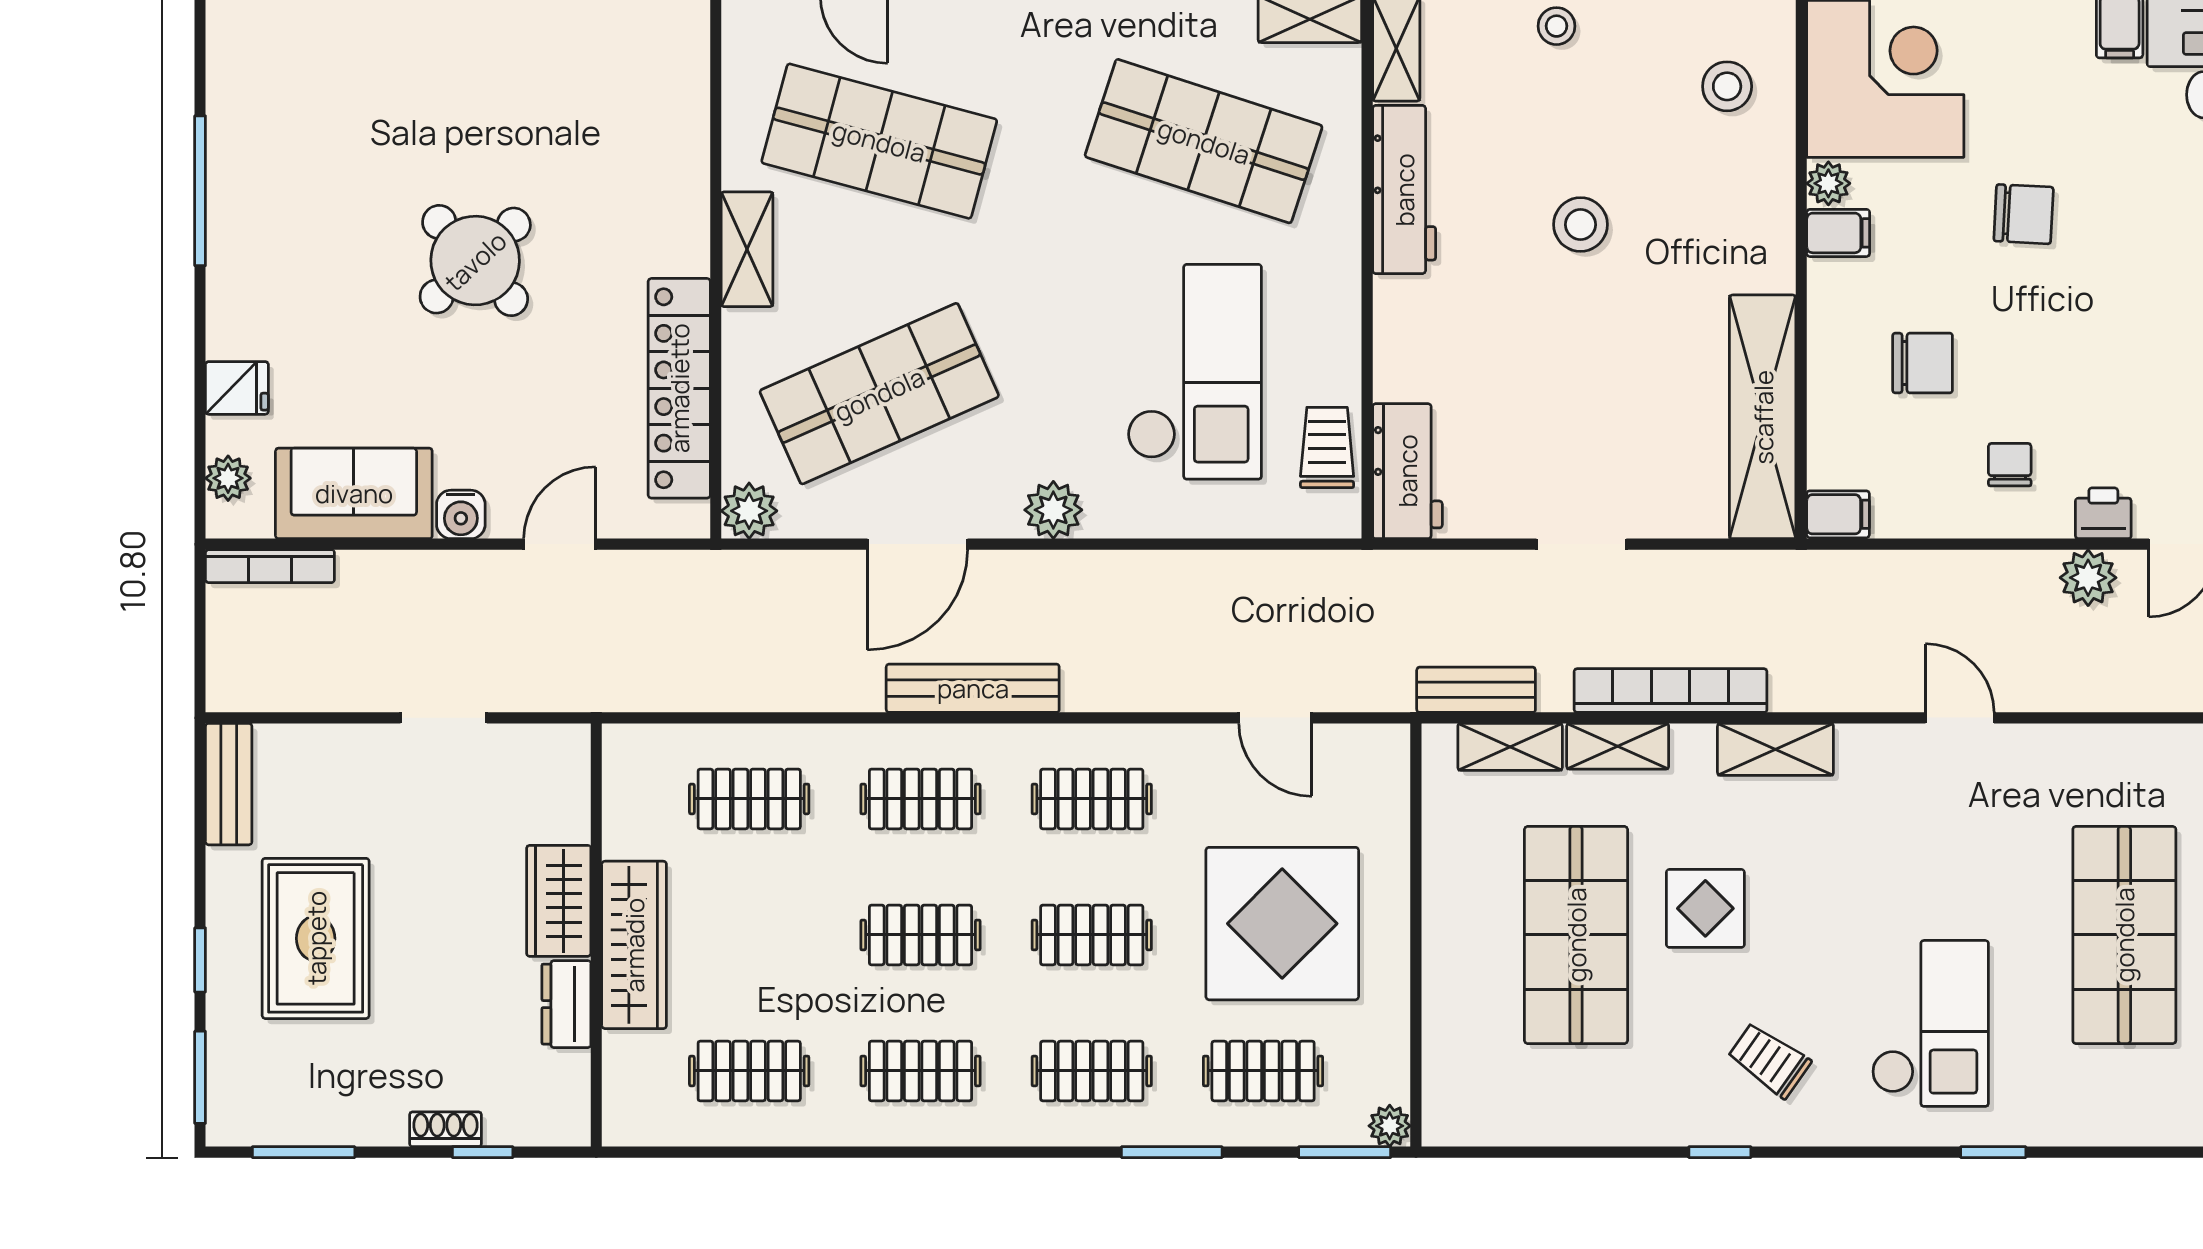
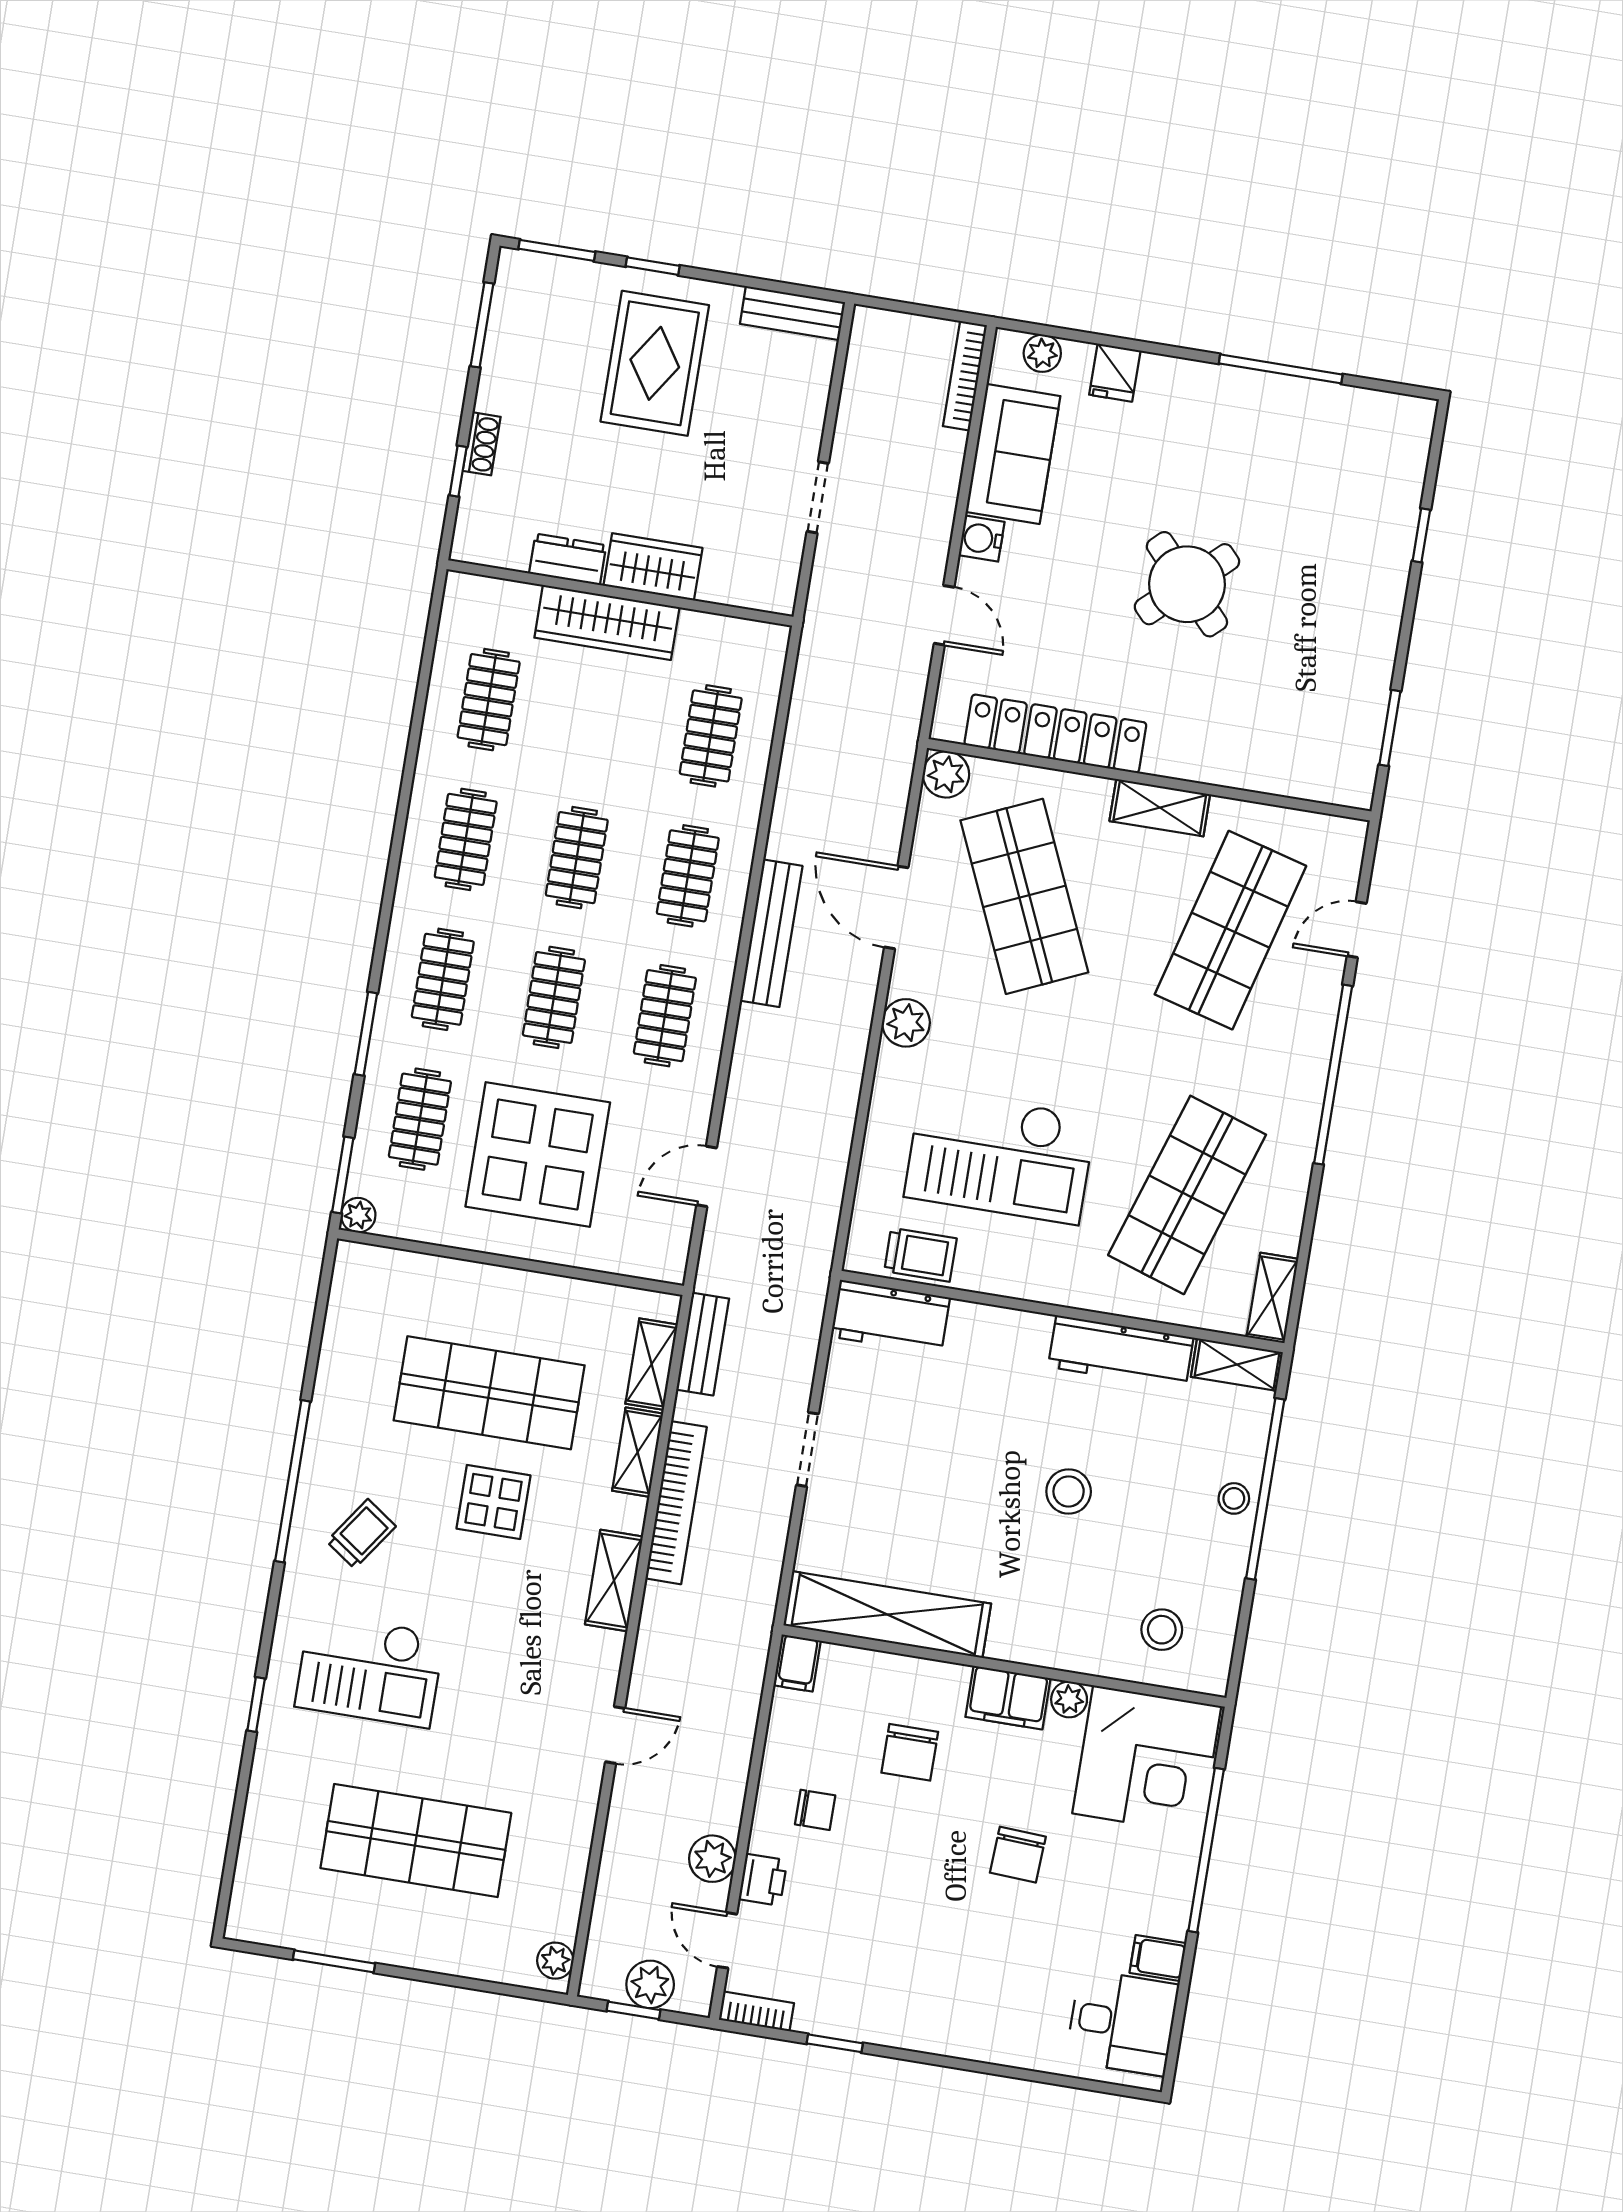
filing cabinet: (1838, 233) -> (1008, 1698), width x2.00
rug: (316, 938) -> (655, 363), turned 90
window: (1720, 1152) -> (293, 1481), width x3.17

